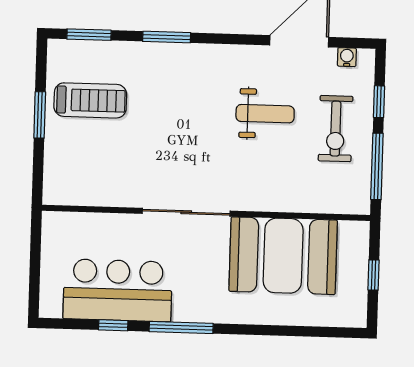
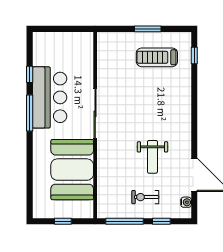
window: (89, 35) -> (194, 55), width x0.67
window: (167, 37) -> (194, 100), removed
treadmill: (90, 100) -> (157, 57), turned 90
exercise bike: (336, 129) -> (145, 197), width x0.73, depth x0.72
bar counter: (118, 290) -> (50, 97), moved

